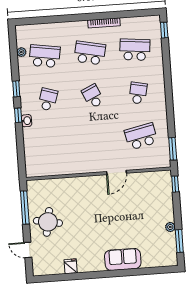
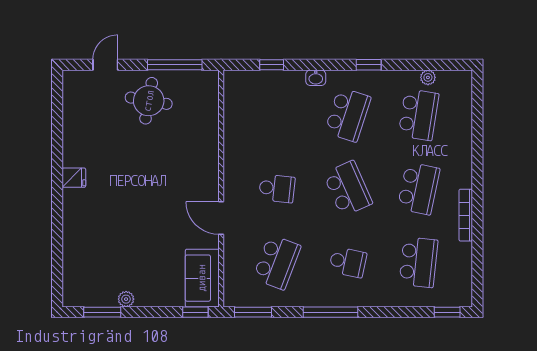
school desk: (93, 96) -> (348, 188), width x1.85
school desk: (48, 100) -> (348, 115), width x1.85
window: (169, 101) -> (330, 312), added
window: (18, 115) -> (272, 65), moved
school desk: (141, 136) -> (277, 262), turned 33
school desk: (96, 140) -> (277, 188), added
sofa: (123, 259) -> (202, 278), moved, turned 180
fridge: (71, 266) -> (74, 178), moved

